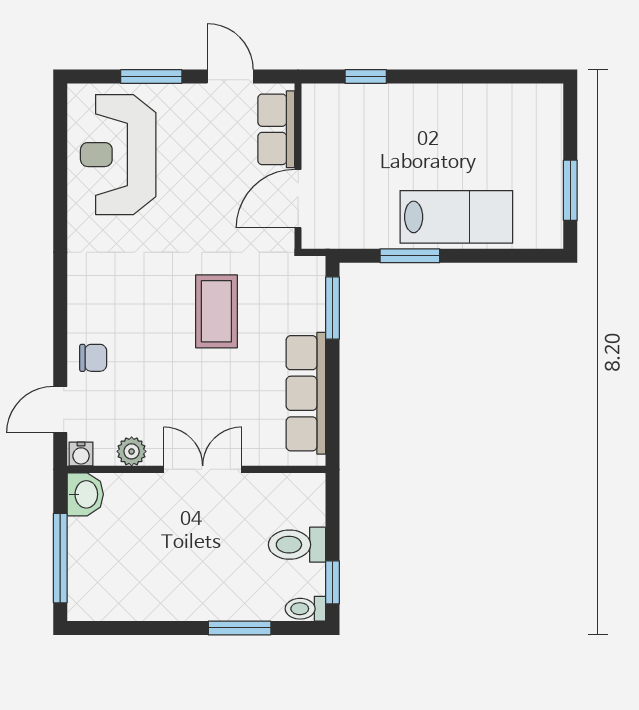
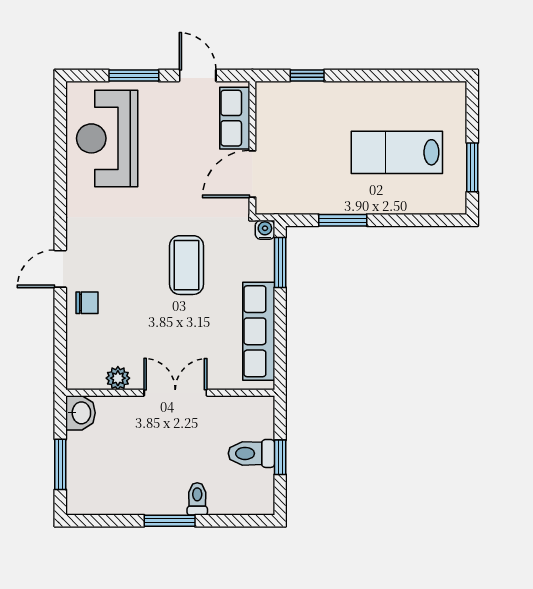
lab bench: (456, 217) -> (397, 152), moved, turned 180
door: (60, 410) -> (60, 269), moved
water cooler: (81, 454) -> (265, 230), moved, turned 180
window: (60, 558) -> (60, 464), width x0.69
window: (332, 582) -> (280, 457), moved
toilet: (305, 609) -> (197, 499), moved, turned 90
window: (240, 628) -> (170, 521), moved

